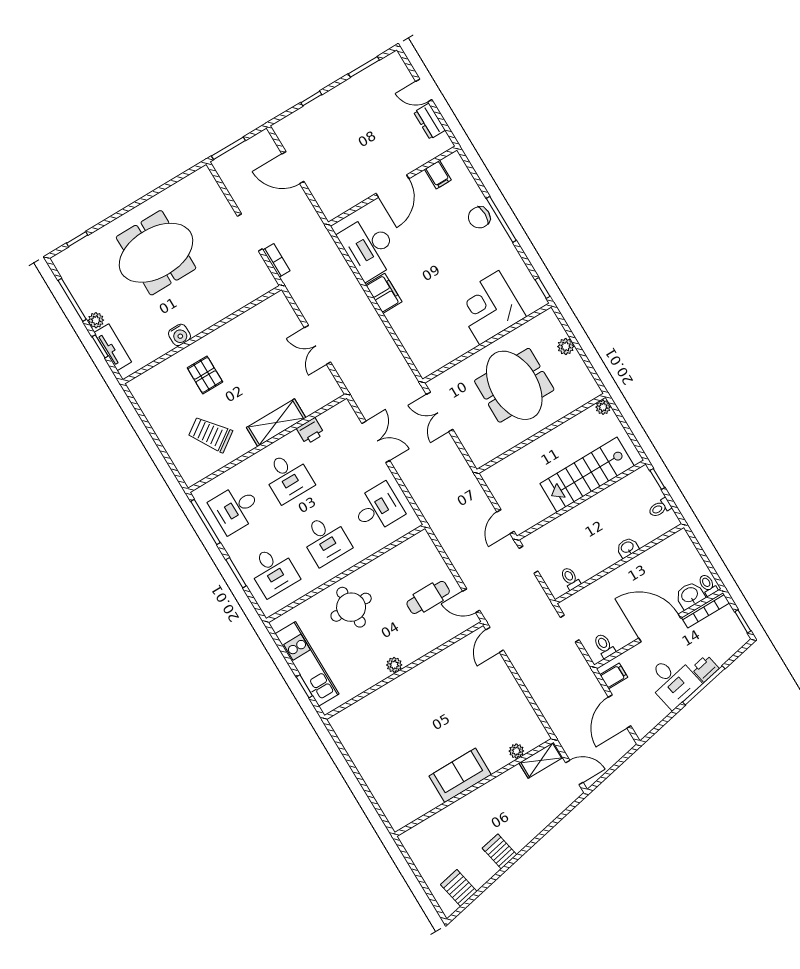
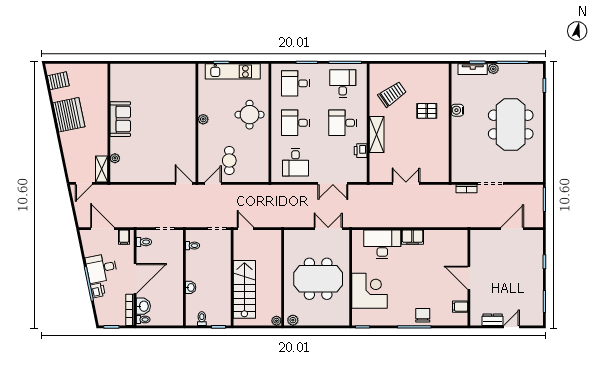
desk: (369, 248) -> (382, 244), moved
plant: (566, 346) -> (293, 320), moved
server rack: (500, 851) -> (69, 115), width x2.18, depth x1.44

